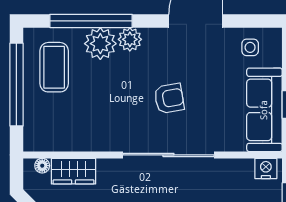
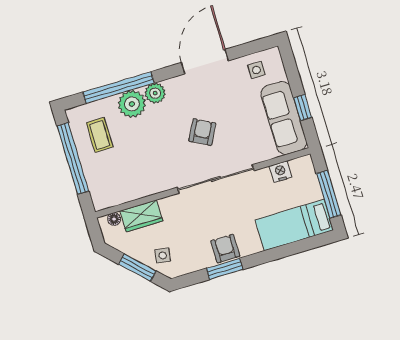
coffee table: (54, 67) -> (100, 135), width x0.73, depth x0.77
armchair: (169, 98) -> (202, 132), turned -52
nightstand: (266, 168) -> (280, 172), moved

